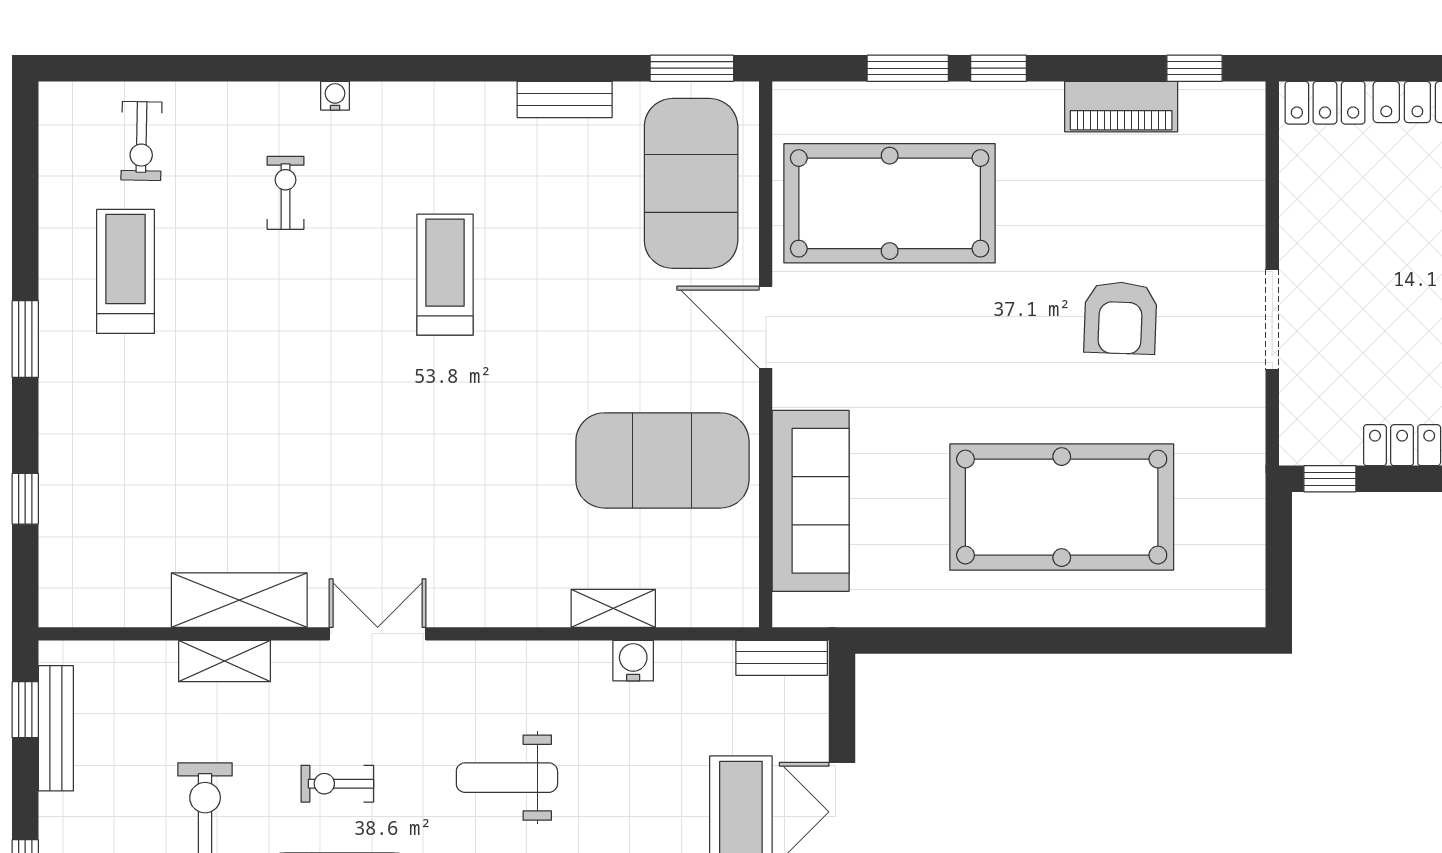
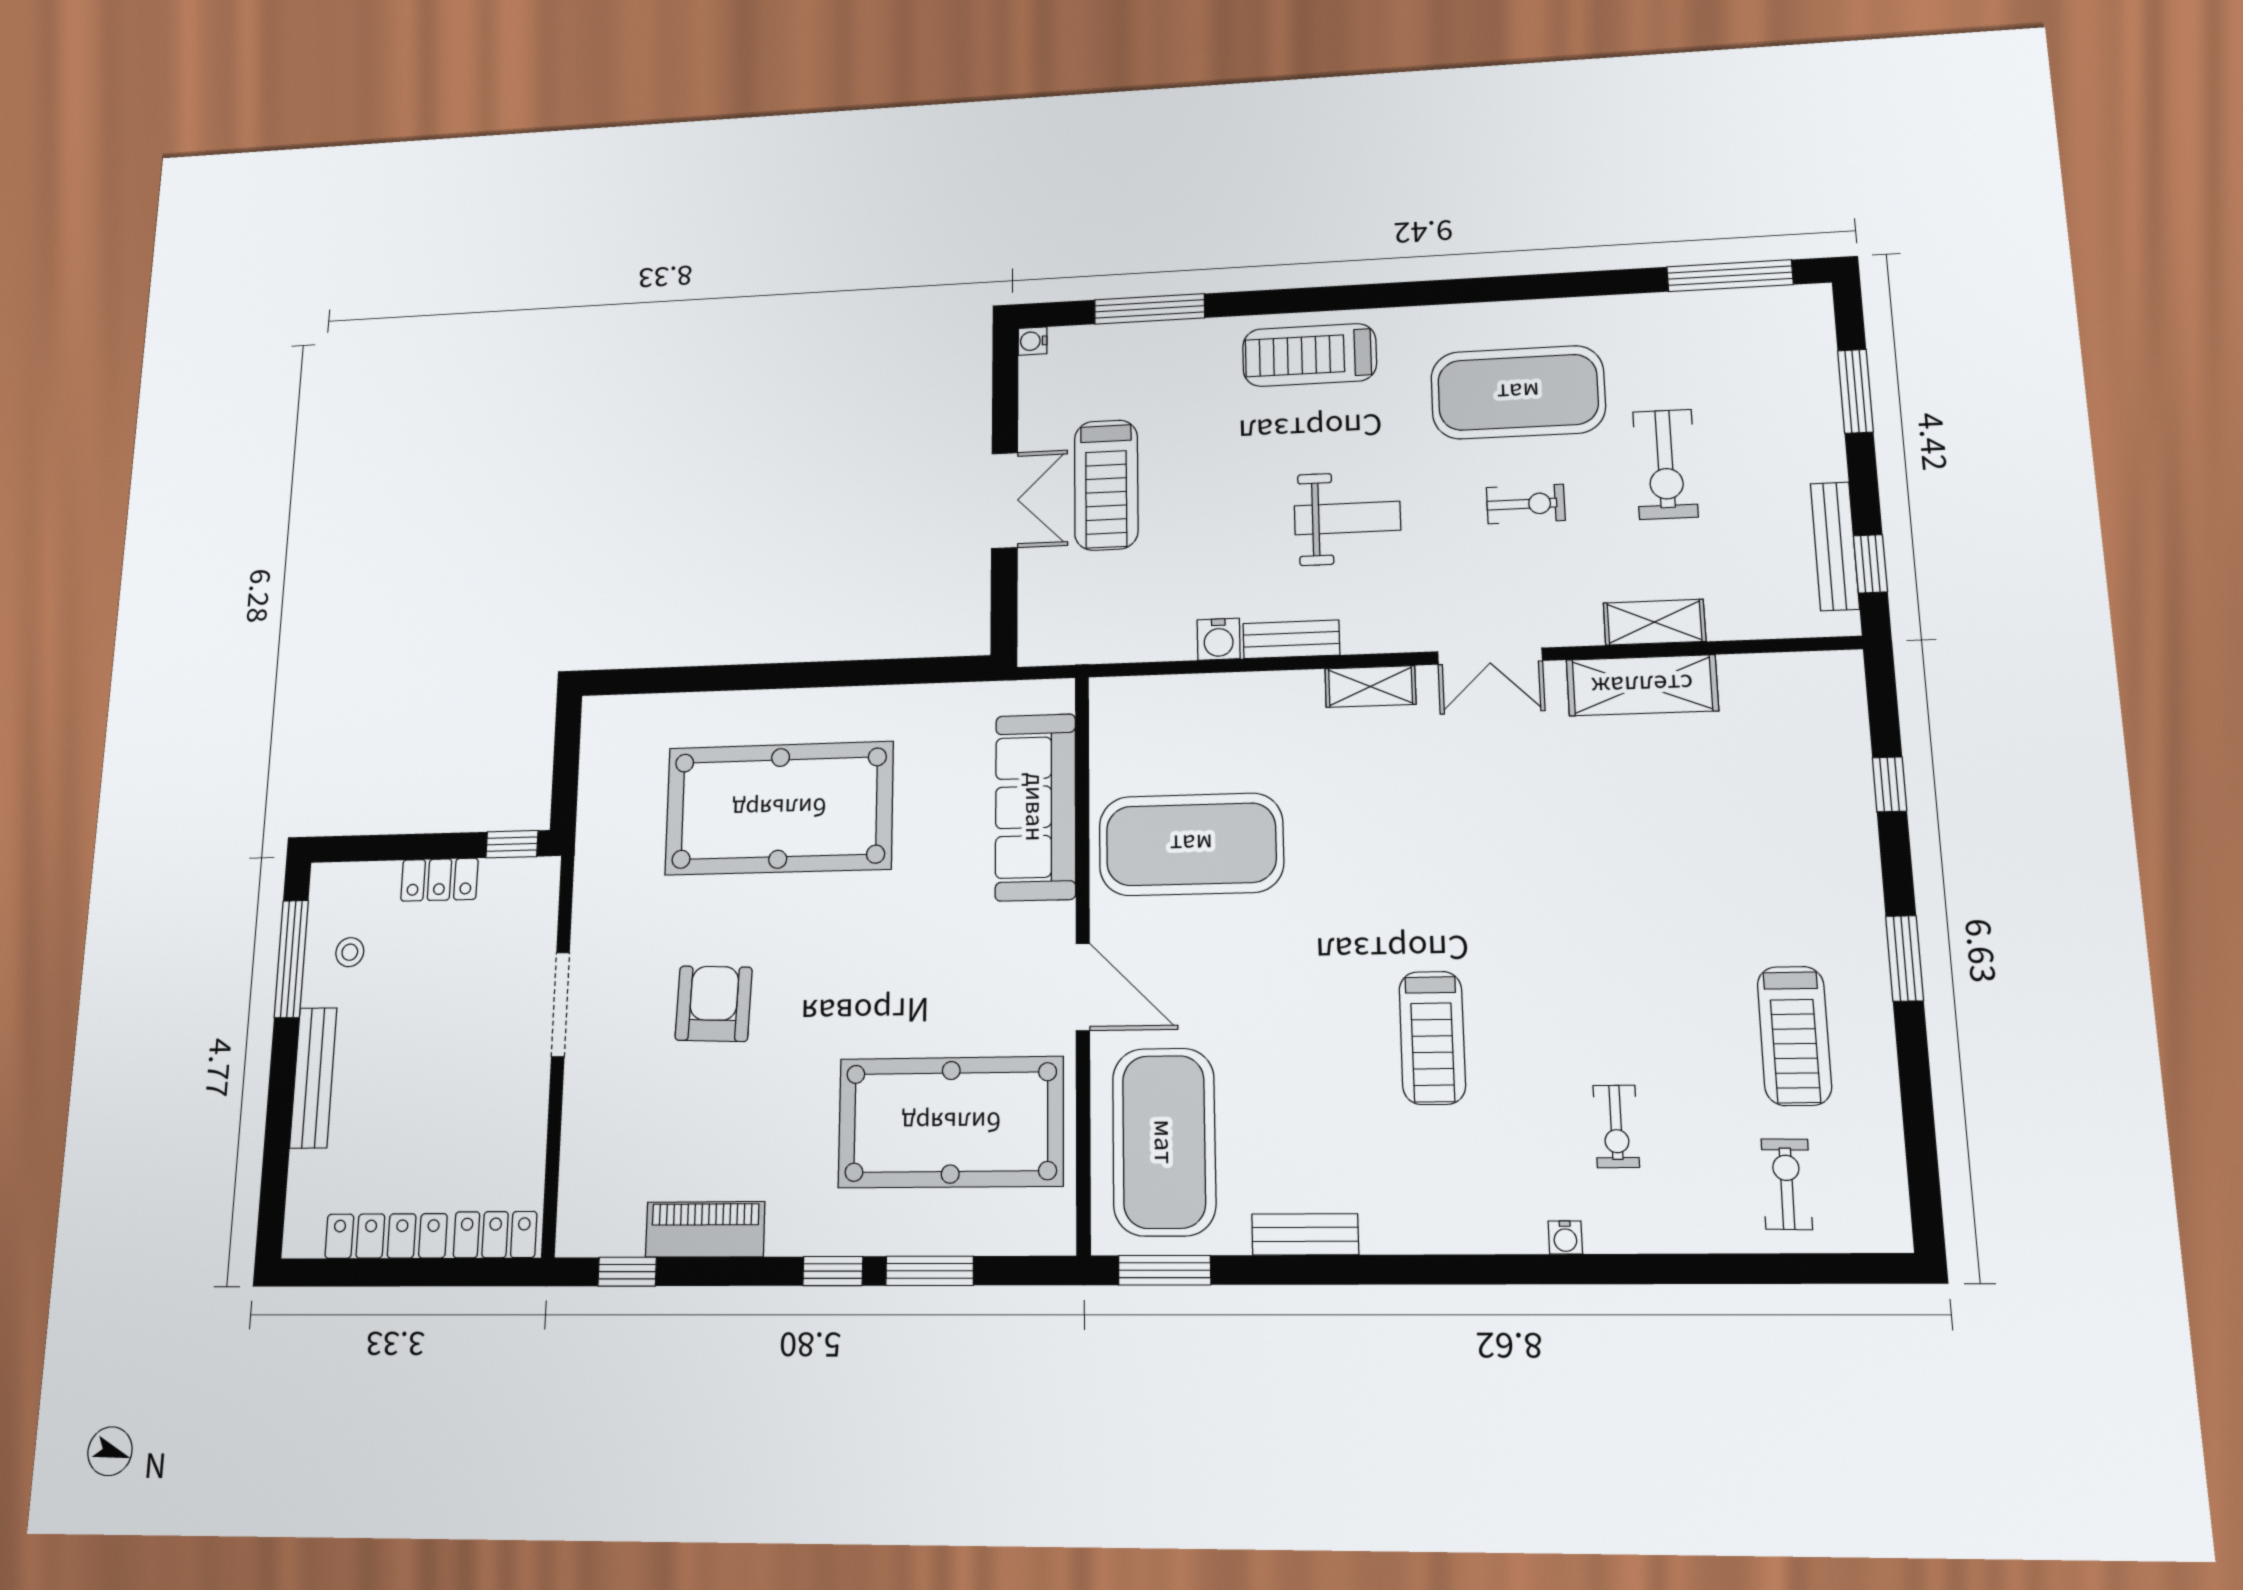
shelving: (613, 608) -> (1370, 686), moved
bench: (782, 658) -> (1291, 639), moved

